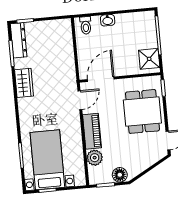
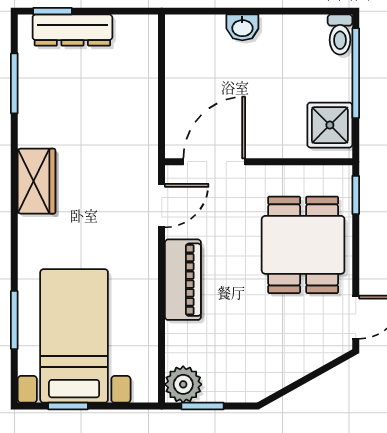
toilet: (86, 25) -> (340, 35), moved
dresser: (19, 40) -> (72, 30), moved, turned 90
wardrobe: (24, 83) -> (37, 181), moved
plant: (95, 158) -> (183, 384), moved
floor lamp: (120, 175) -> (237, 386), removed

